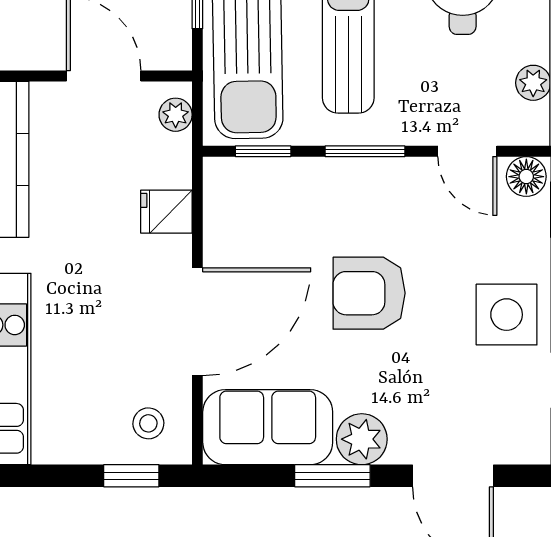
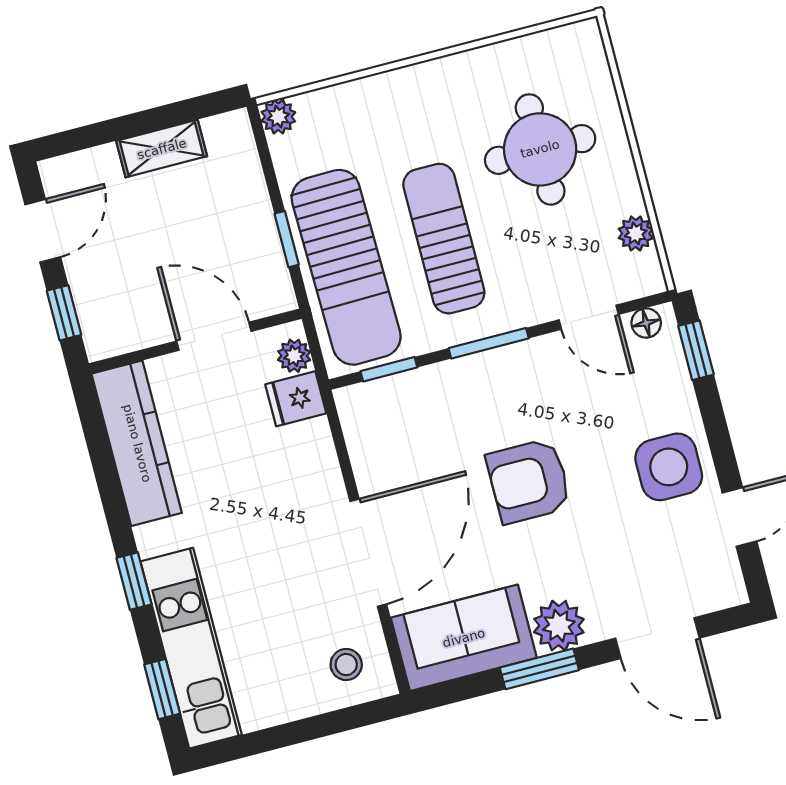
floor lamp: (526, 177) -> (646, 323), width x0.73, depth x0.73
fridge: (166, 212) -> (296, 399), moved
window: (131, 476) -> (343, 720), removed

